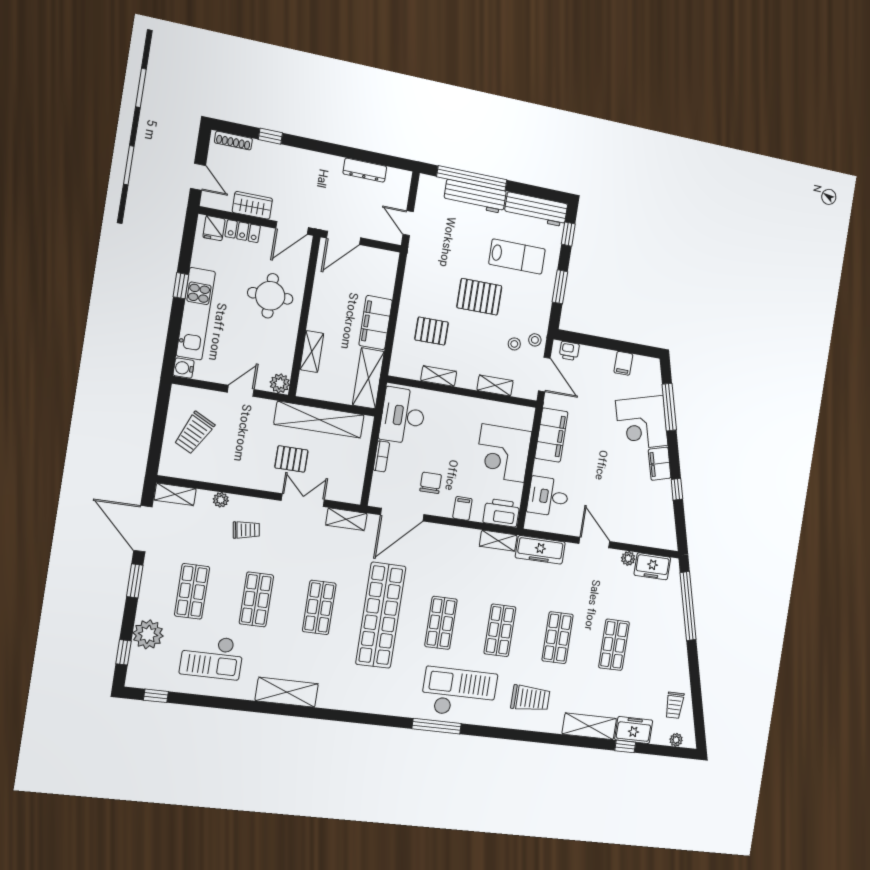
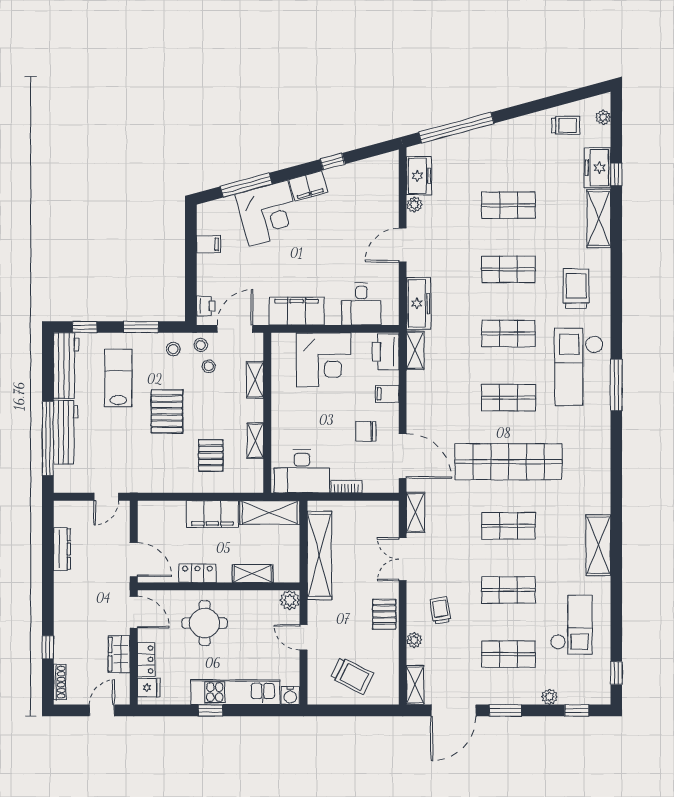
locker: (321, 298) -> (197, 573), added
stool: (535, 313) -> (173, 349), added
pallet: (291, 459) -> (384, 614), moved
plant: (148, 634) -> (550, 697), width x0.53, depth x0.53

